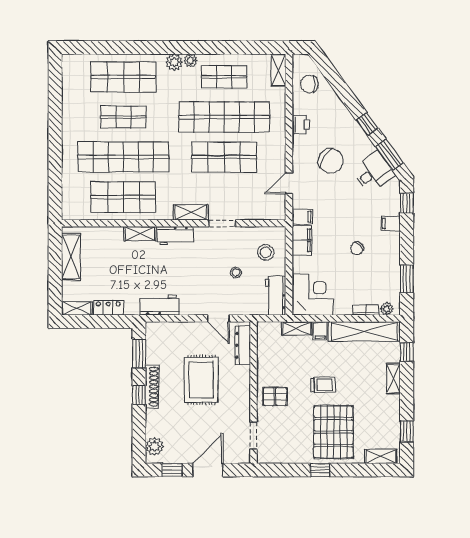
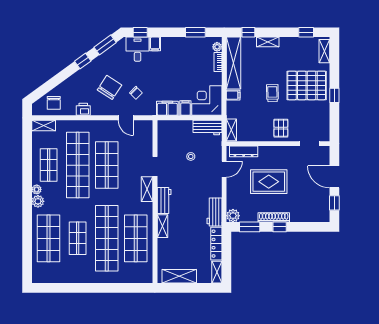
desk: (373, 172) -> (138, 49), moved, turned 36
filing cabinet: (302, 217) -> (185, 108), moved
chair: (357, 248) -> (136, 93), moved
stool: (266, 252) -> (176, 135), removed
locker: (108, 308) -> (216, 244), width x1.53
shelving: (297, 328) -> (231, 130), moved
plant: (154, 446) -> (233, 216), moved

